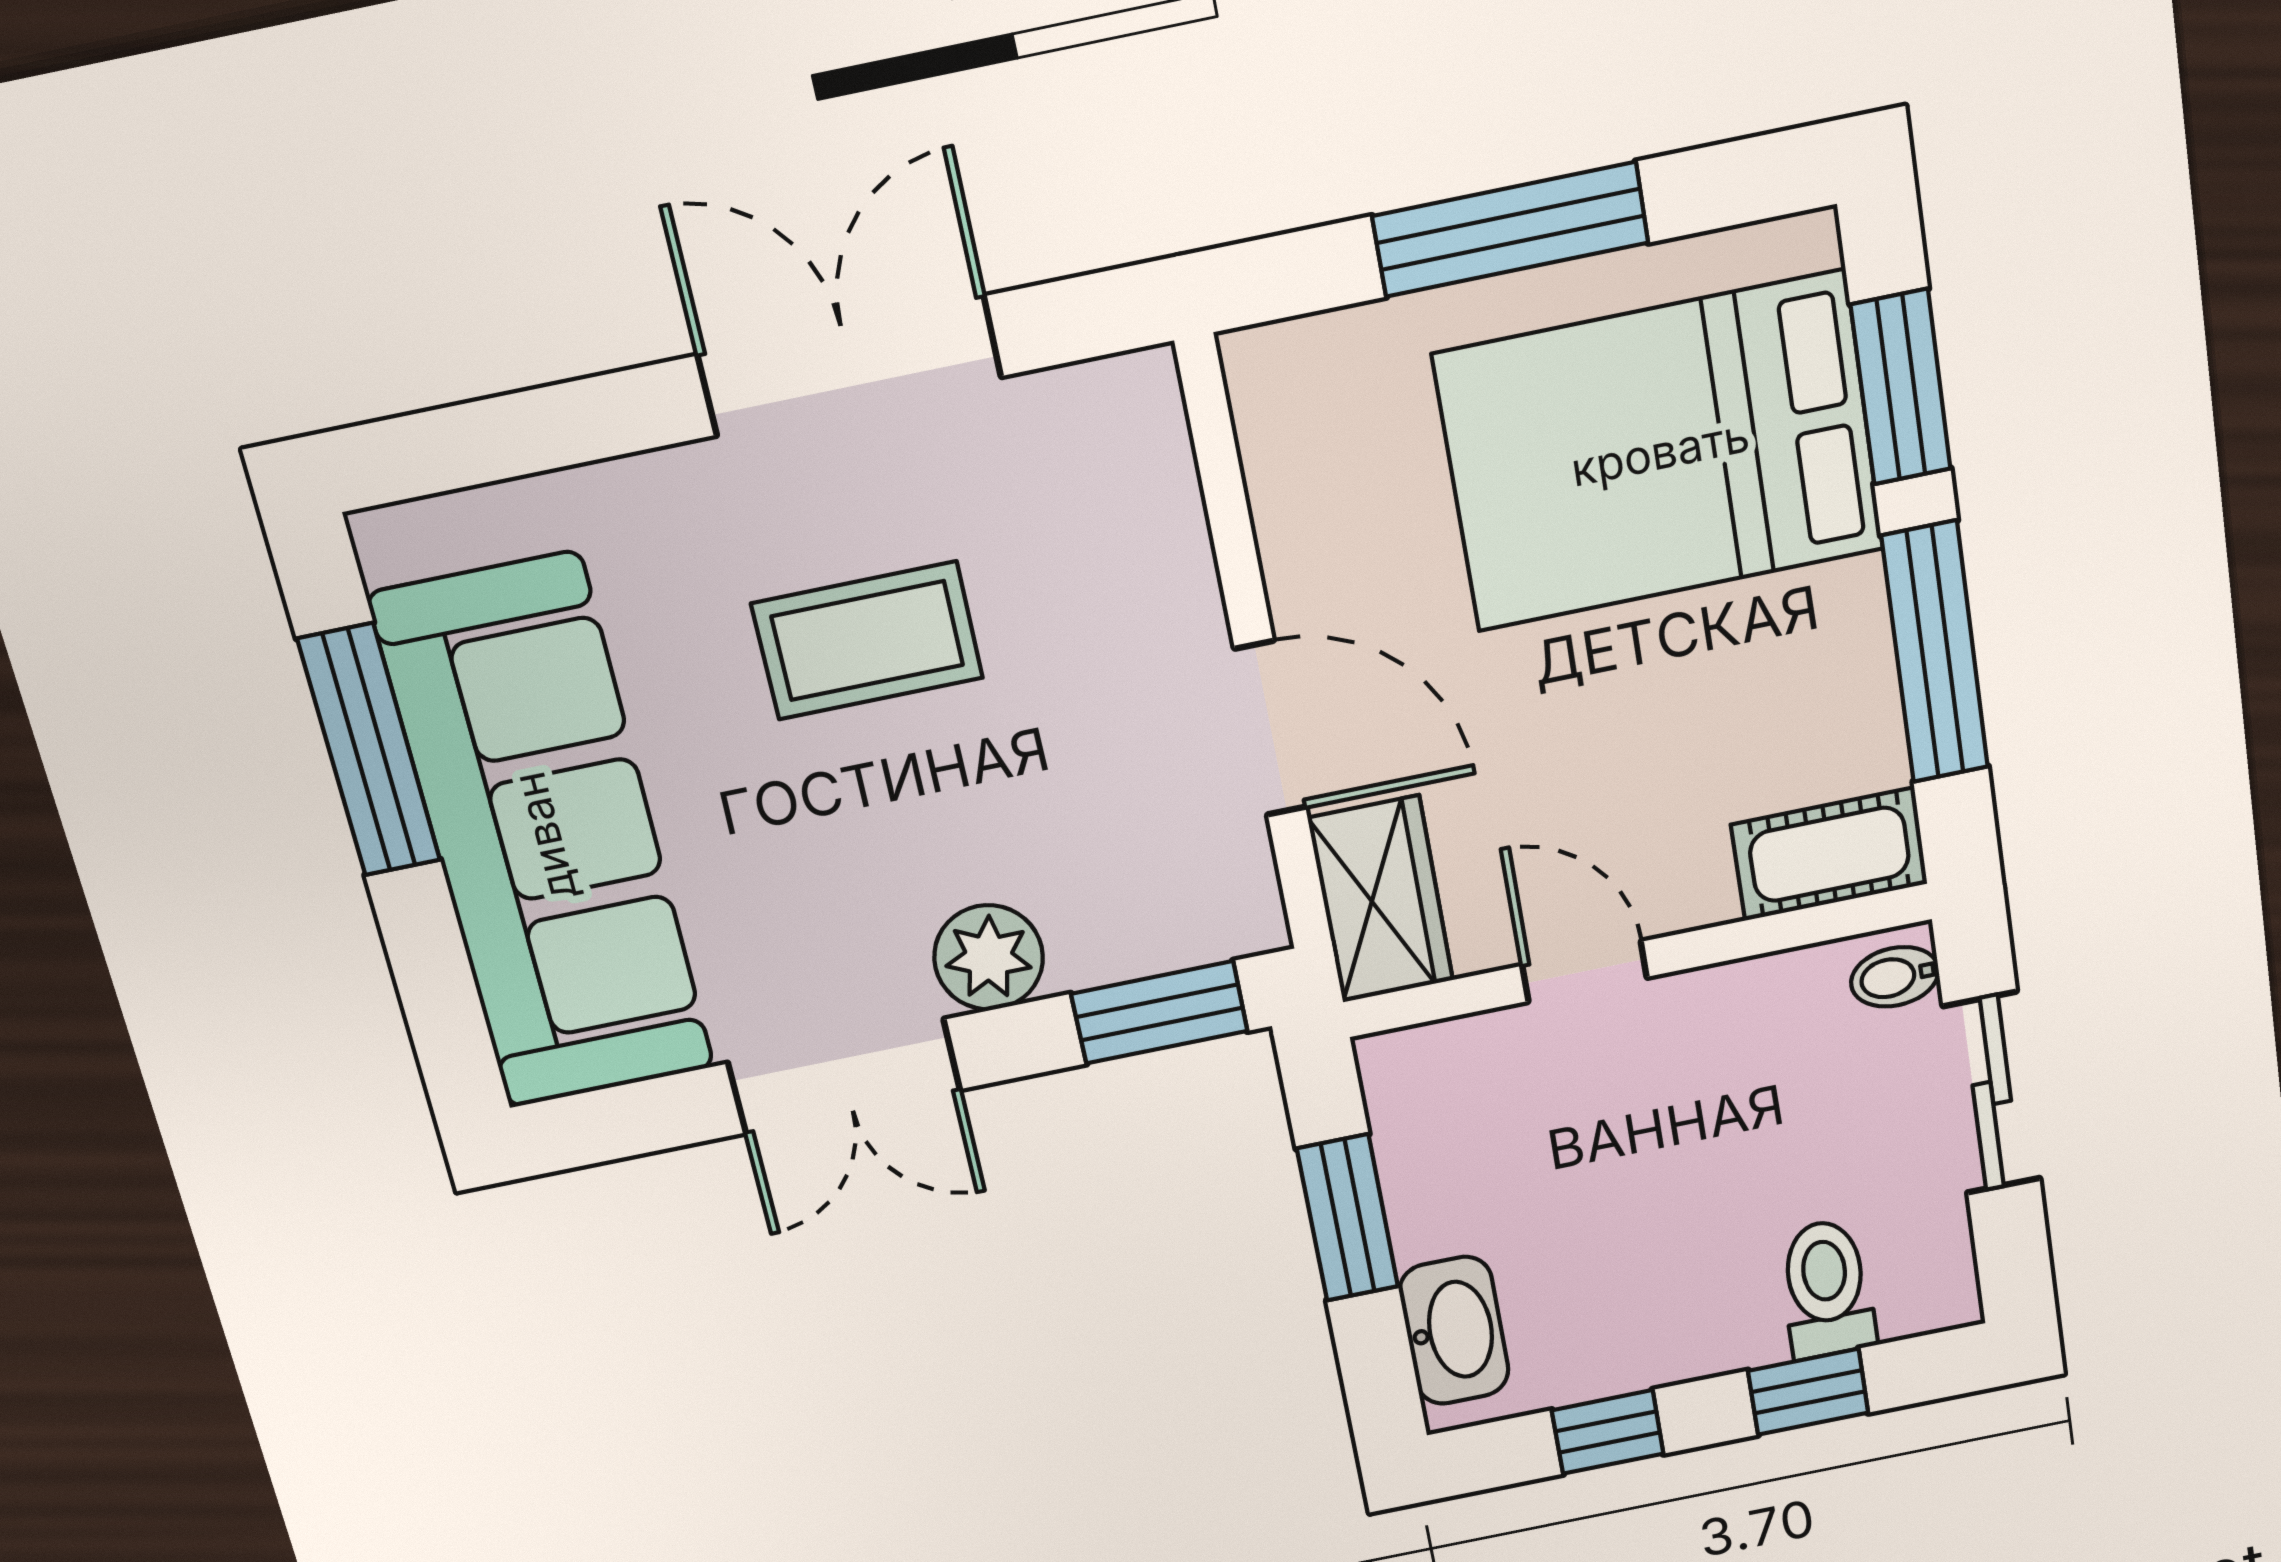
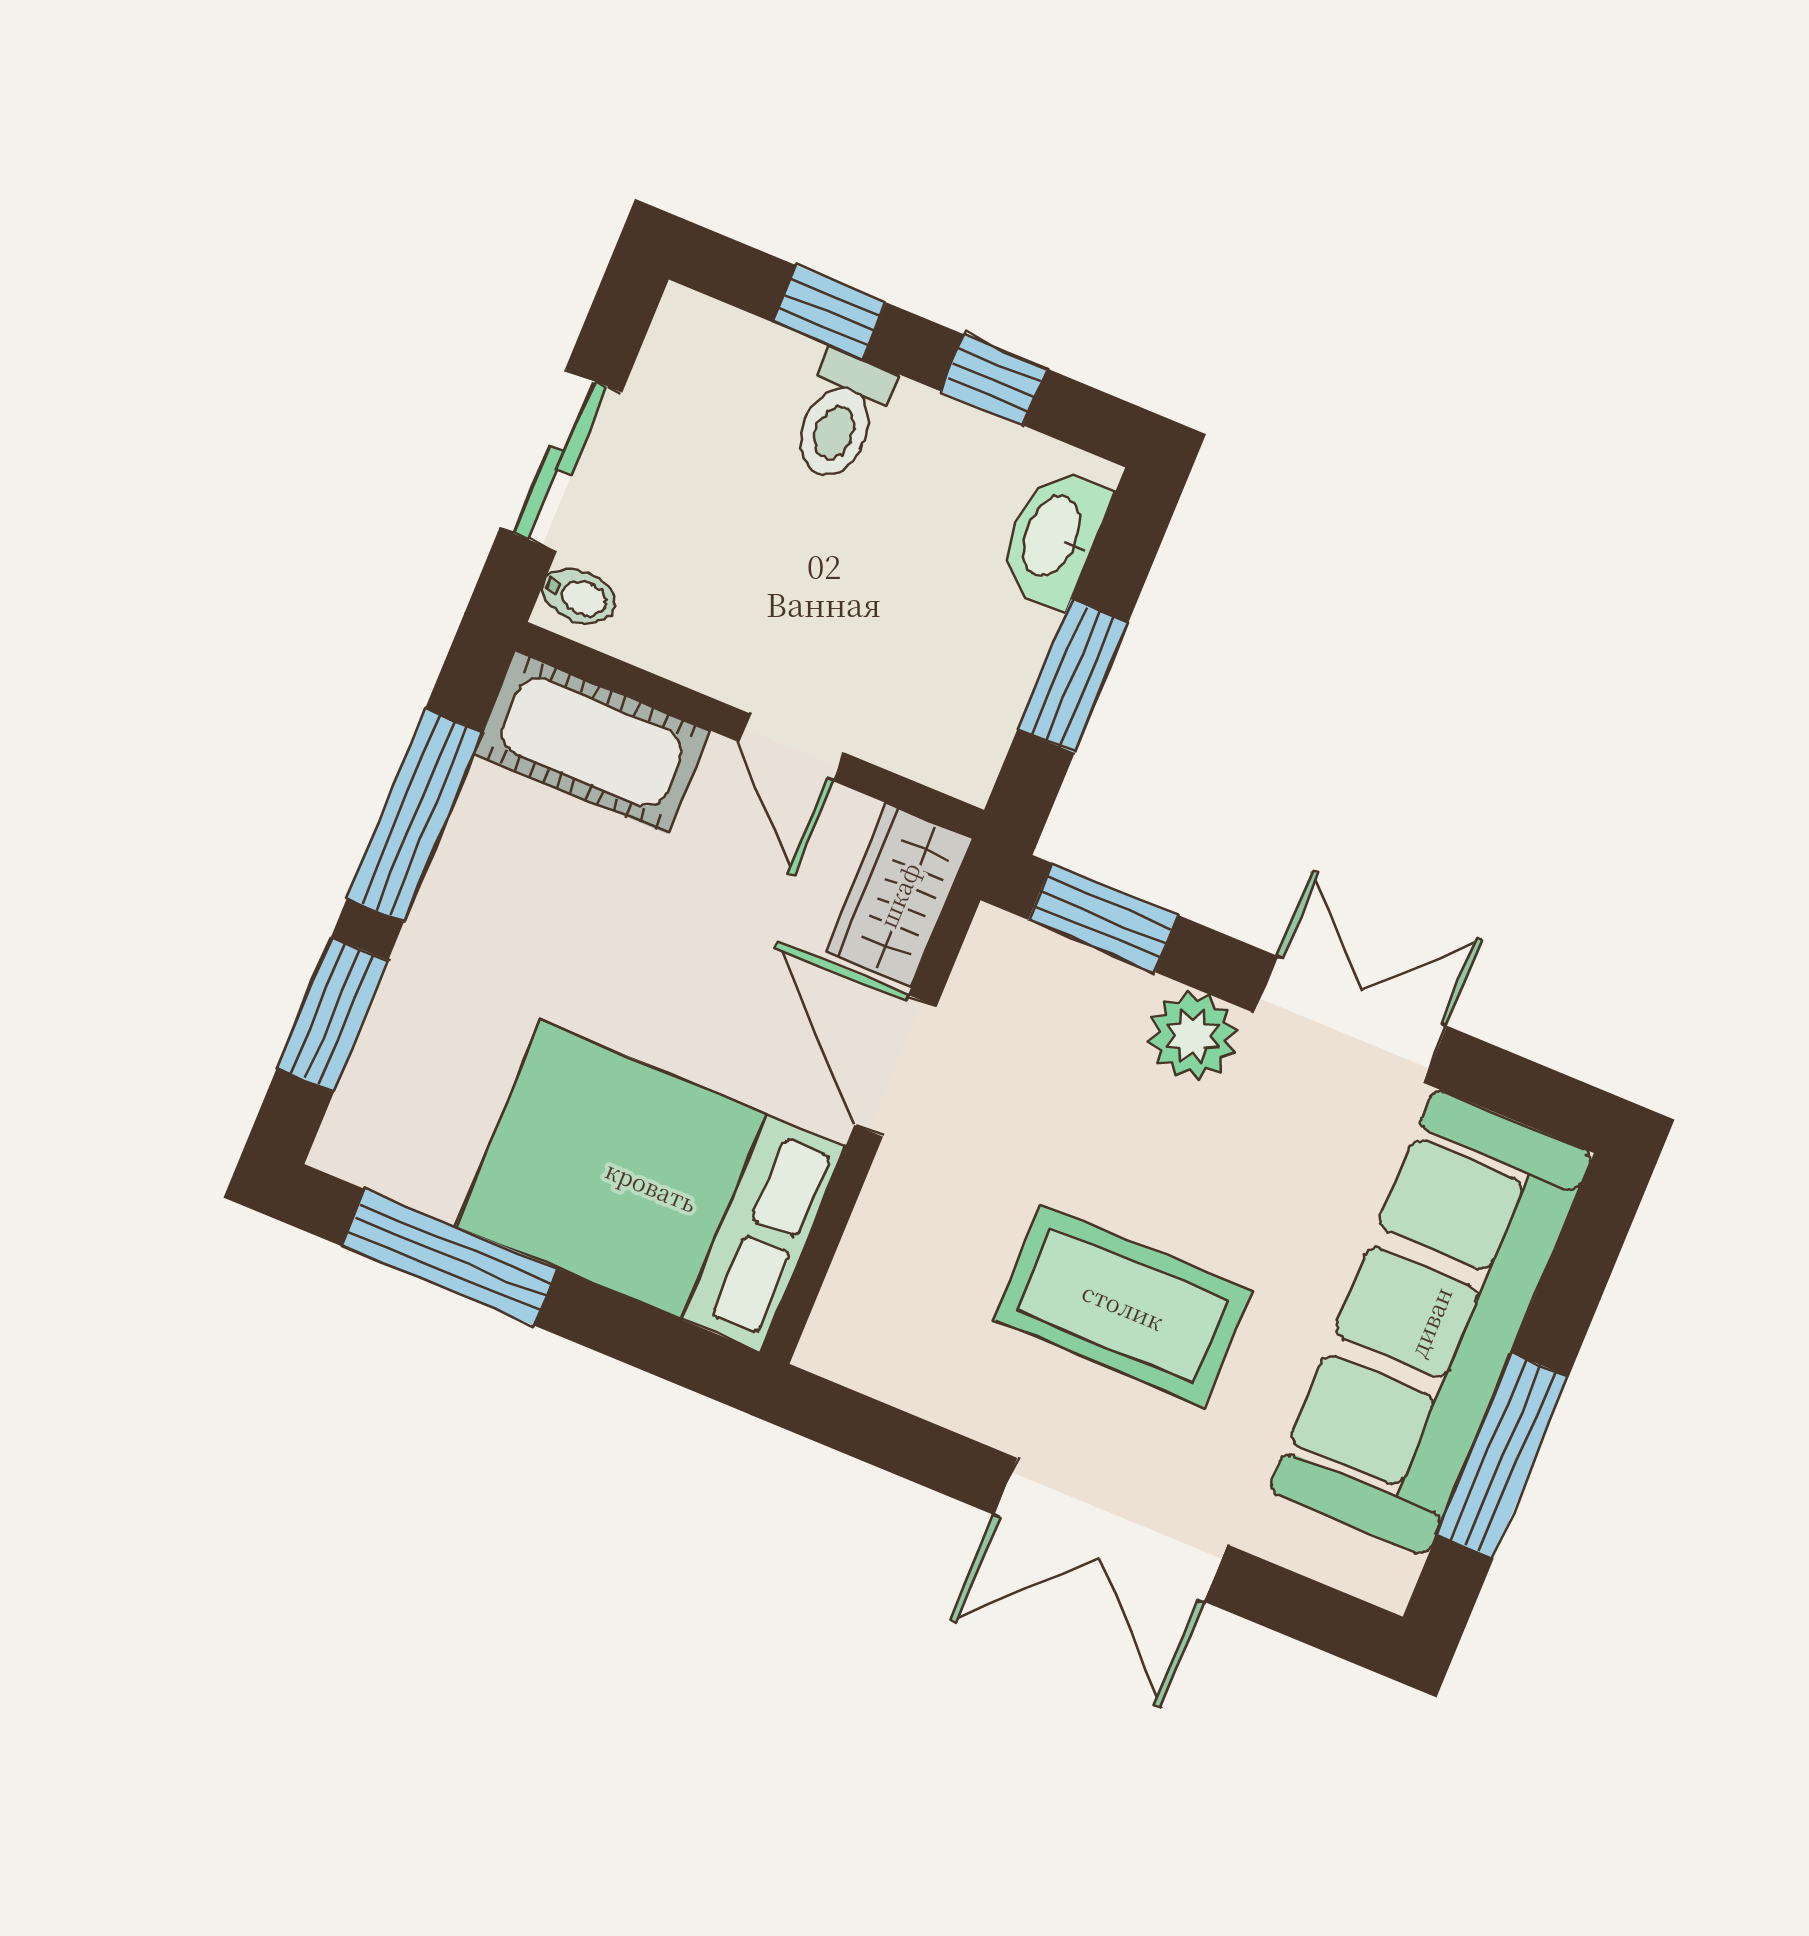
window: (1510, 229) -> (450, 1257), moved
double door: (850, 366) -> (1111, 1530), moved
bed: (1660, 452) -> (651, 1186), moved, turned 180
coffee table: (867, 641) -> (1123, 1306), width x1.36, depth x1.32
cot: (1829, 854) -> (592, 742), width x1.37, depth x1.34
toilet: (1827, 1289) -> (841, 416), moved

